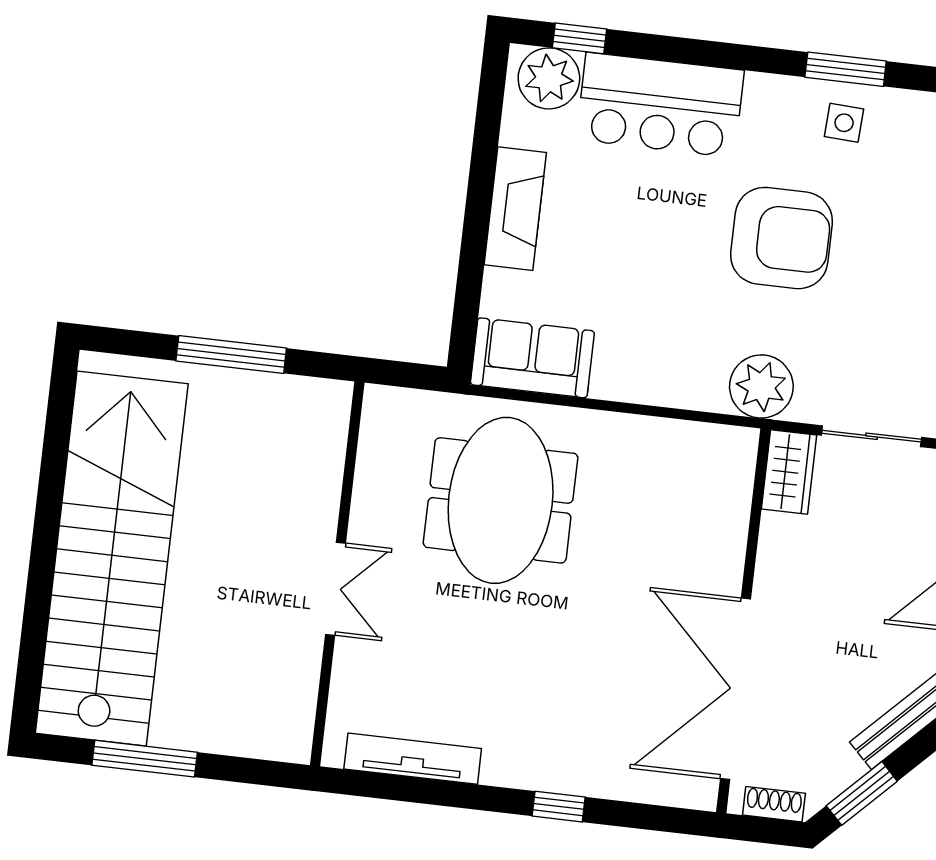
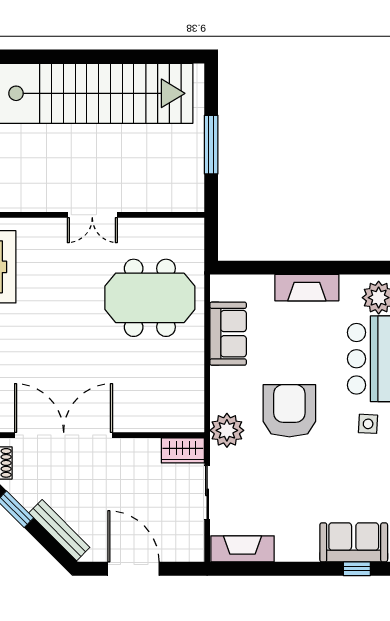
side table: (844, 123) -> (368, 424), moved
armchair: (781, 238) -> (289, 411), moved, turned 180
sofa: (532, 358) -> (228, 334), moved

